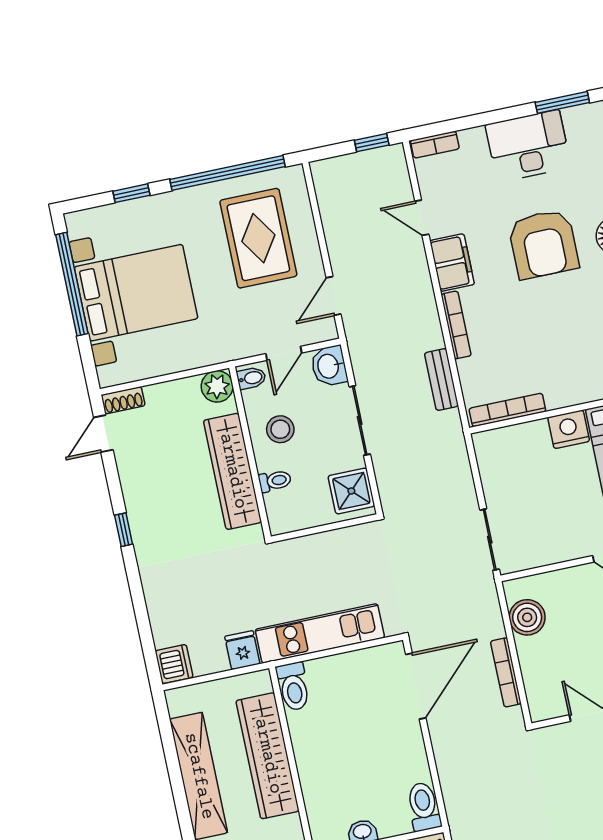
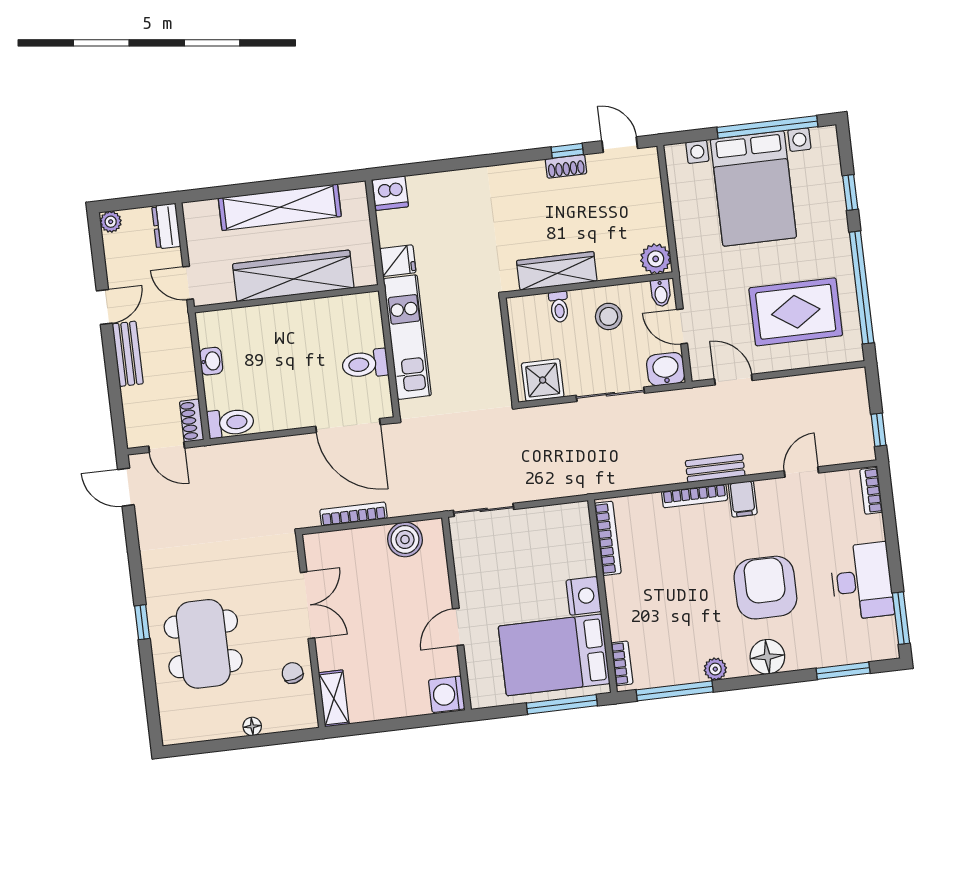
armchair: (543, 244) -> (765, 588), turned 90
filing cabinet: (452, 263) -> (743, 499), width x0.50
bench: (441, 380) -> (715, 468), moved
shoe rack: (123, 400) -> (566, 166), moved, turned -90
wardrobe: (233, 471) -> (557, 271), width x0.71, depth x0.85
window: (124, 530) -> (567, 151), moved
toilet: (293, 687) -> (365, 364), moved

